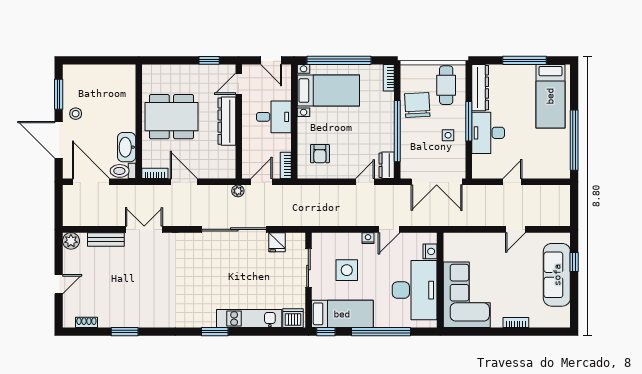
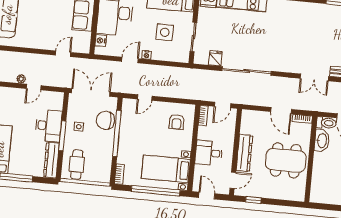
chair: (417, 105) -> (106, 120), moved, turned 93
armchair: (320, 154) -> (177, 122), turned 180
dresser: (387, 165) -> (127, 108), removed
plant: (238, 191) -> (21, 79), moved
door: (515, 229) -> (63, 54), moved

